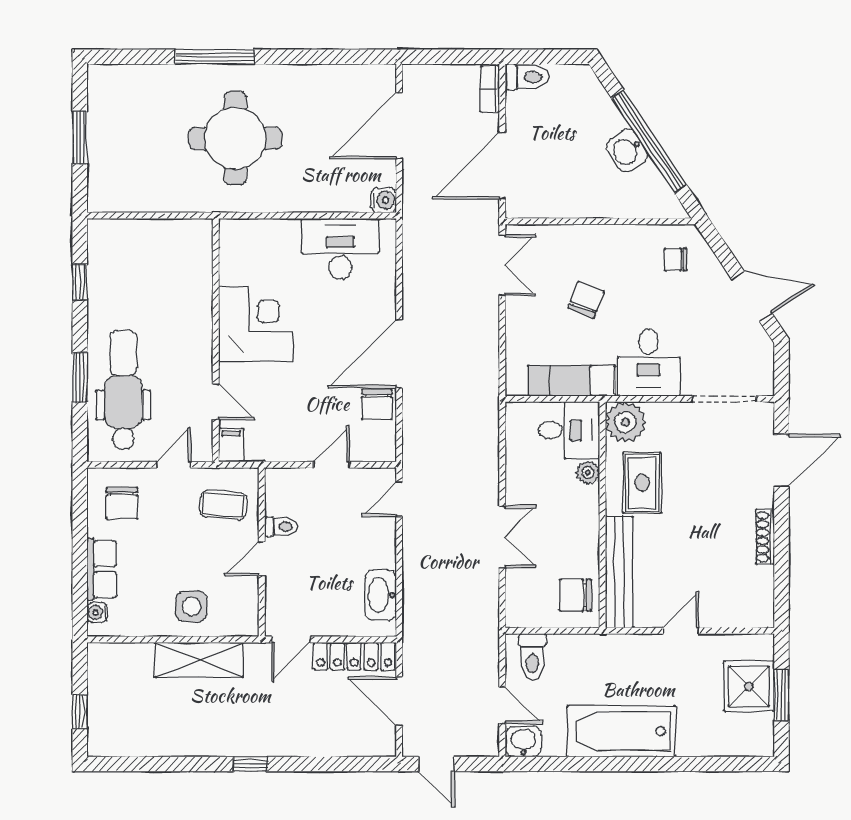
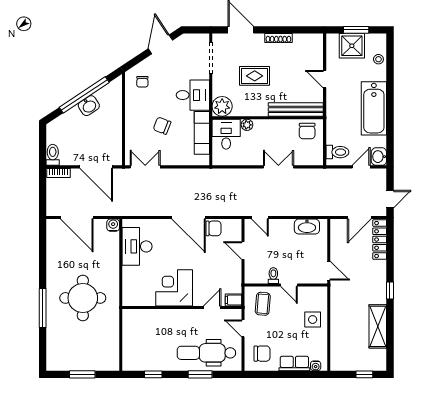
rug: (642, 483) -> (255, 76), moved
locker: (354, 656) -> (380, 240), moved, turned 180
shelving: (199, 660) -> (378, 326), moved
stool: (722, 741) -> (378, 59), added

